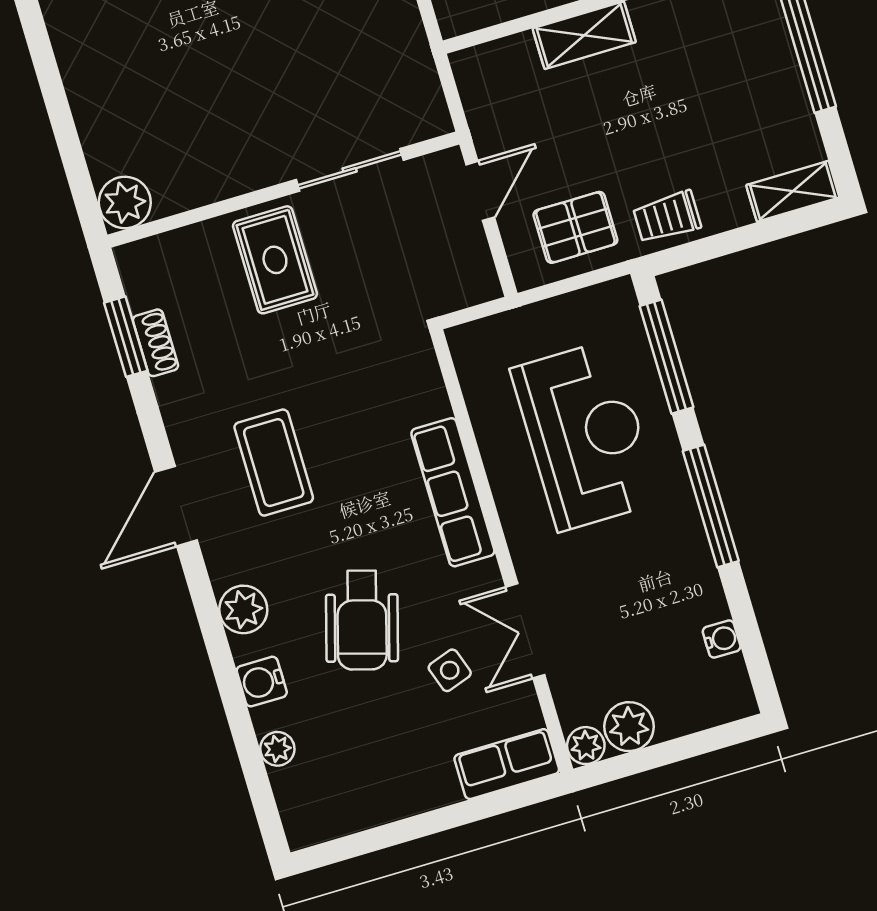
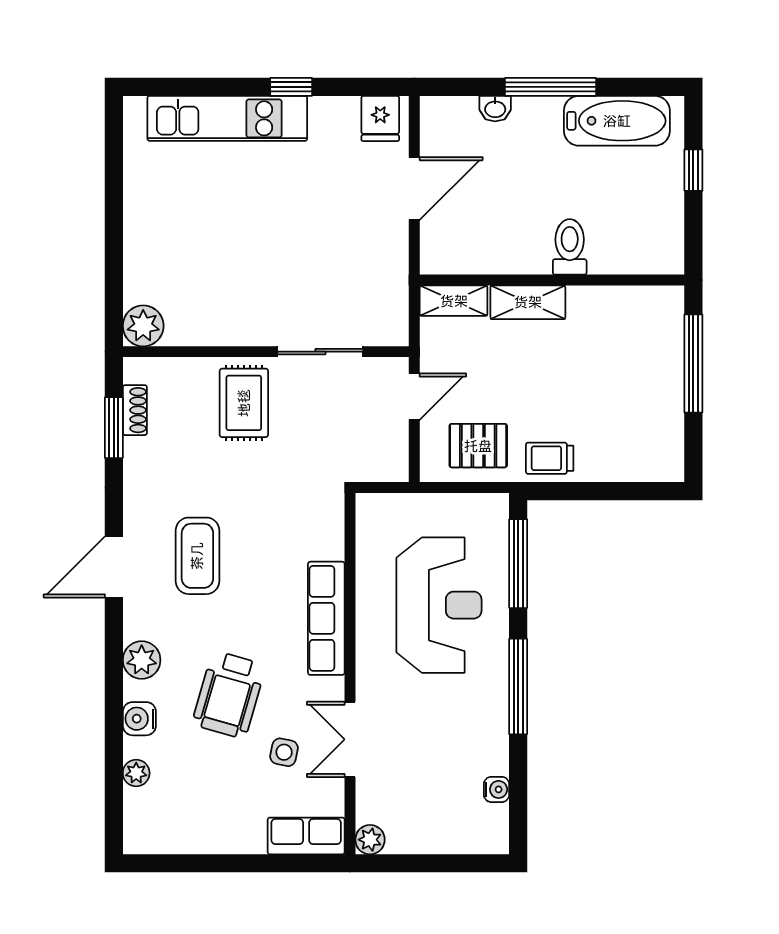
shelving: (793, 191) -> (454, 301), moved
shoe rack: (155, 343) -> (135, 410), moved
side table: (450, 670) -> (284, 752), turned 31
plant: (629, 727) -> (407, 835), removed

